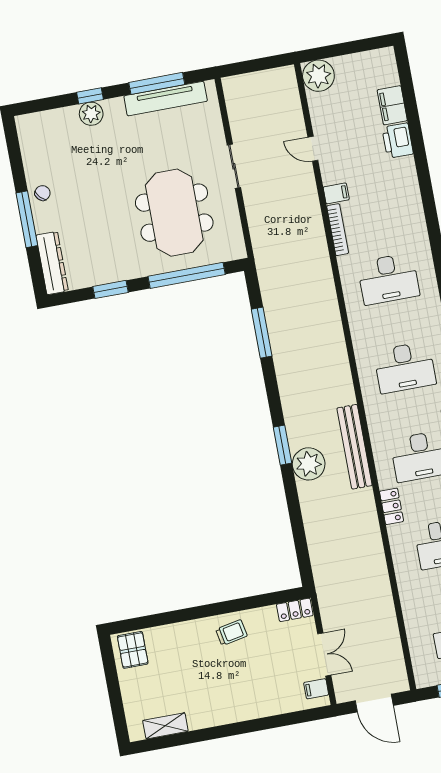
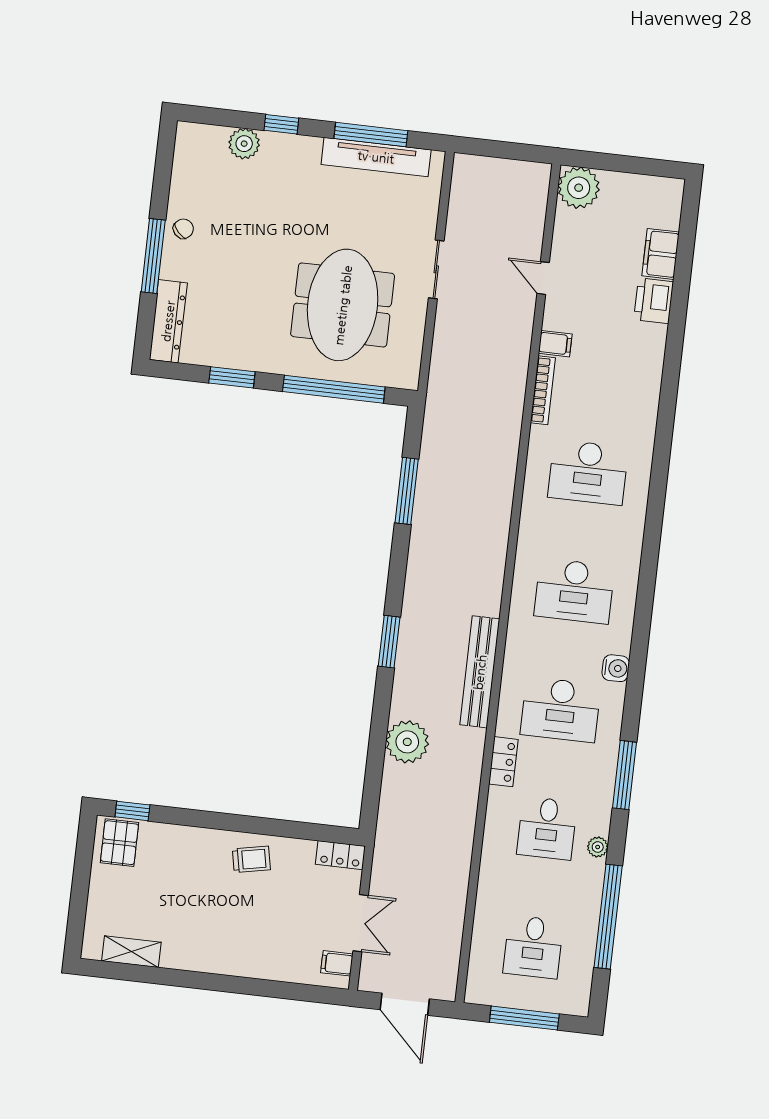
plant: (91, 114) -> (244, 144), moved
plant: (309, 464) -> (407, 742), moved
window: (135, 624) -> (132, 811), added

